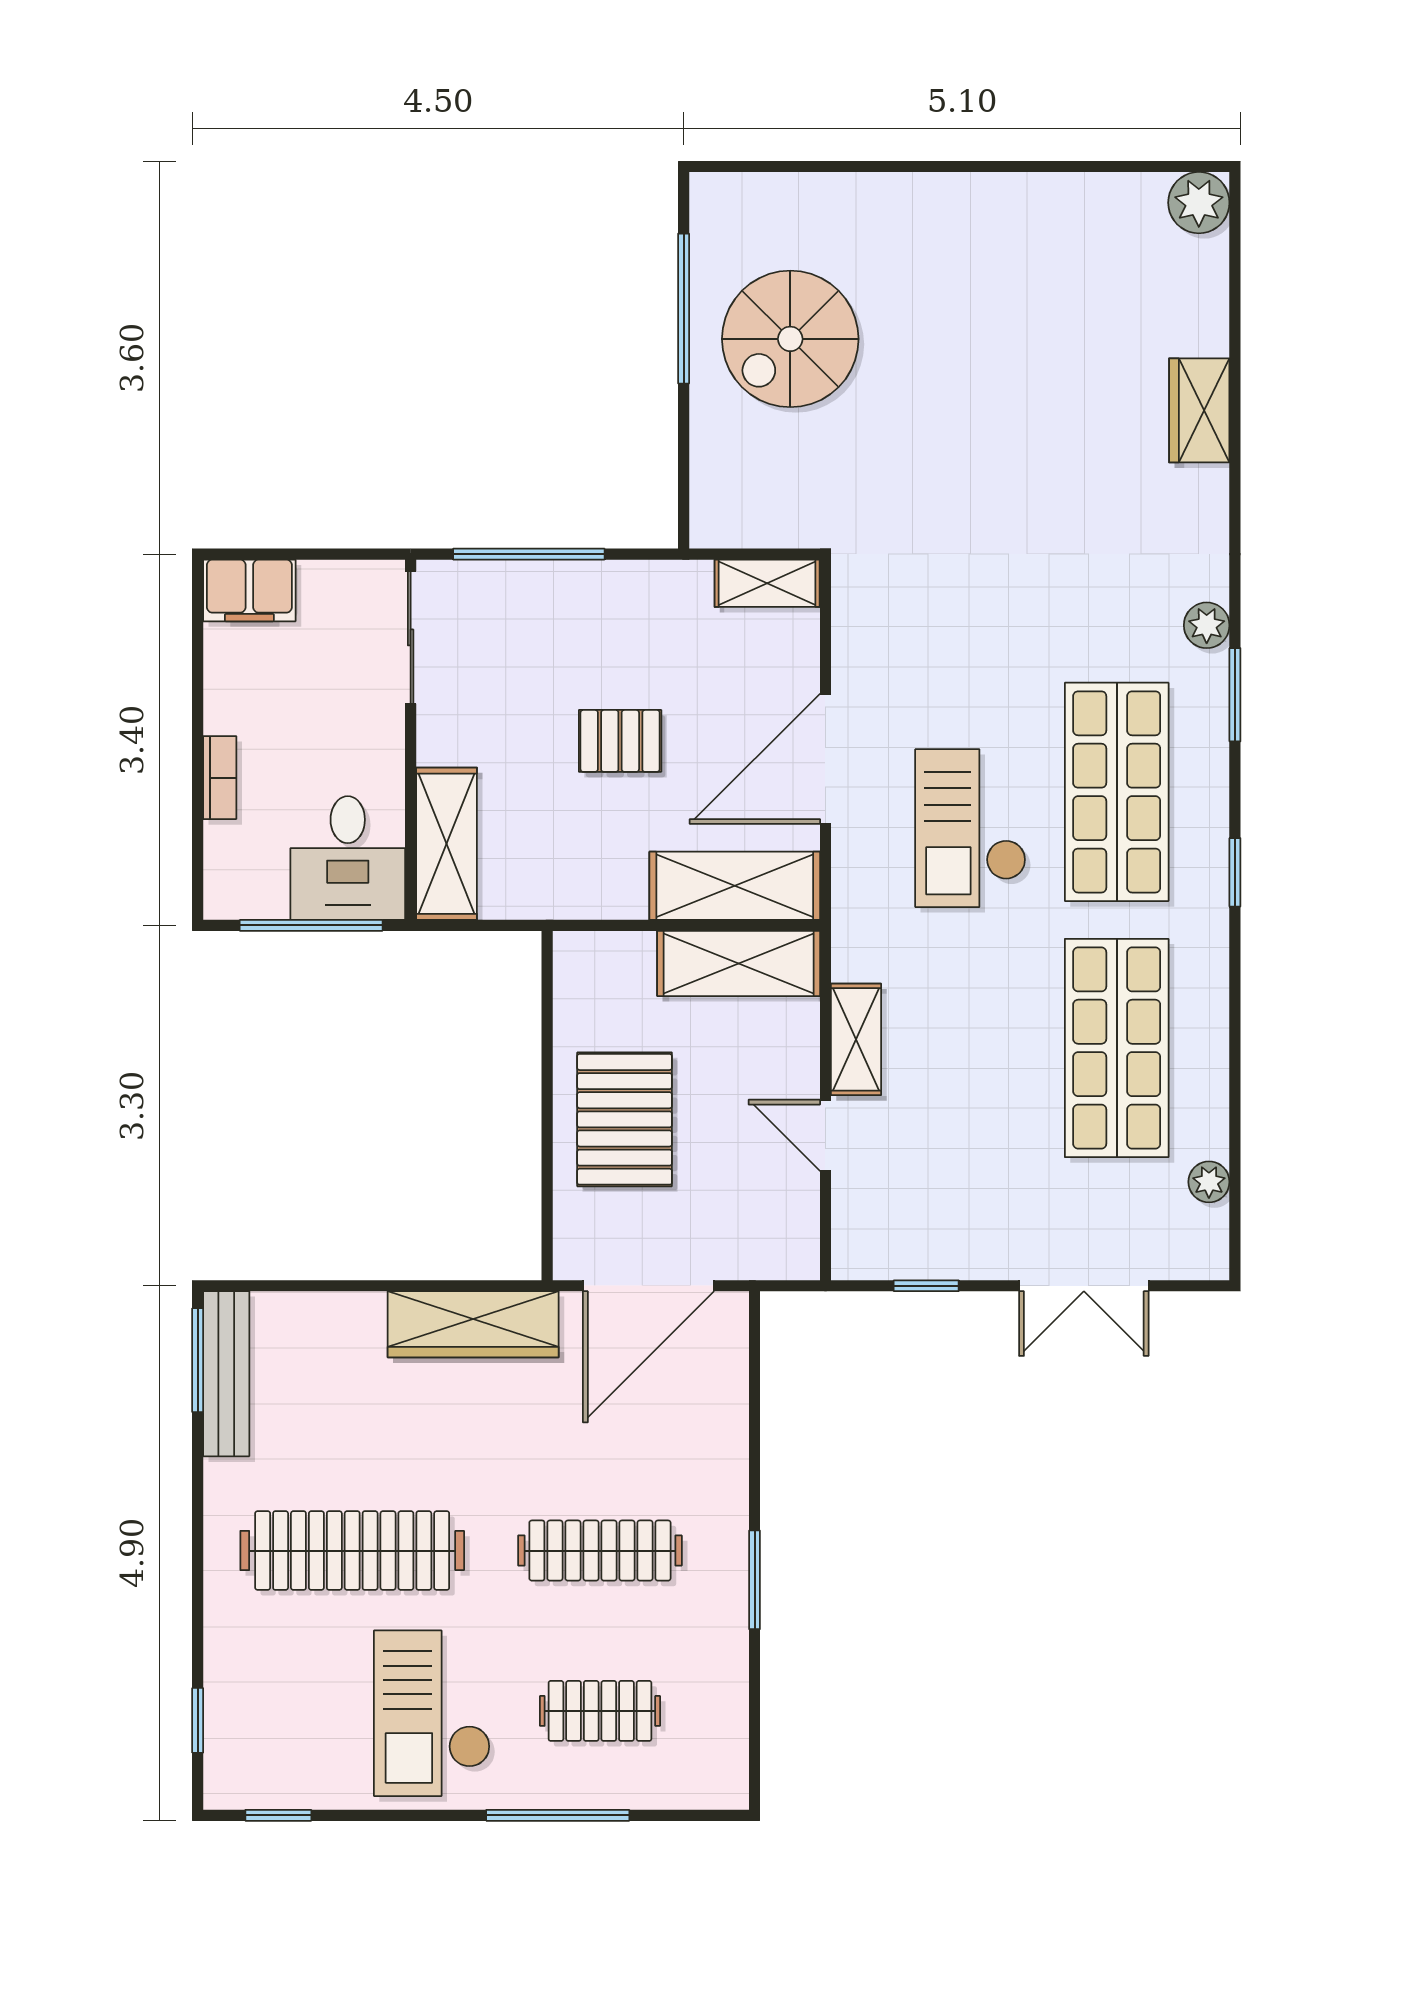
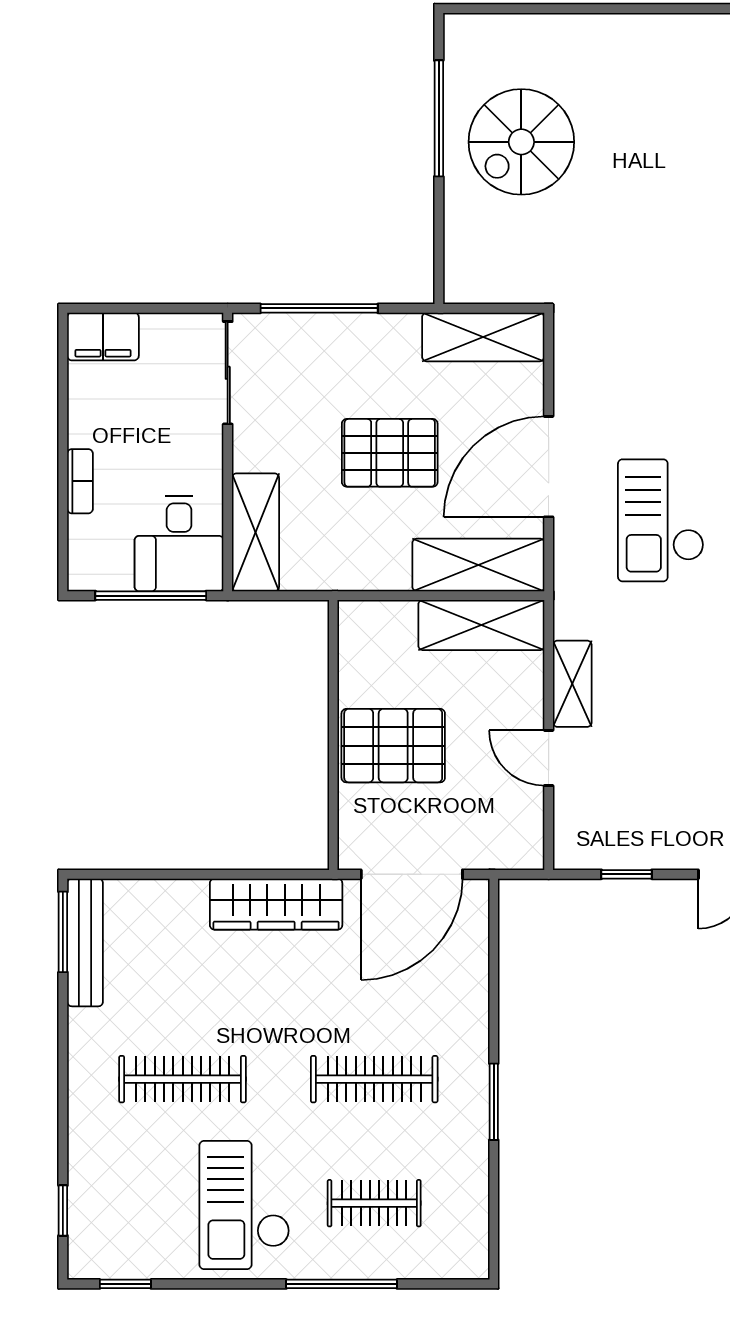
shelving: (767, 583) -> (483, 337), width x1.50, depth x1.33
pallet: (620, 741) -> (390, 453), width x1.50, depth x1.42
pallet: (625, 1119) -> (393, 746), turned 90
clothes rail: (352, 1551) -> (183, 1079), width x0.73, depth x0.76

